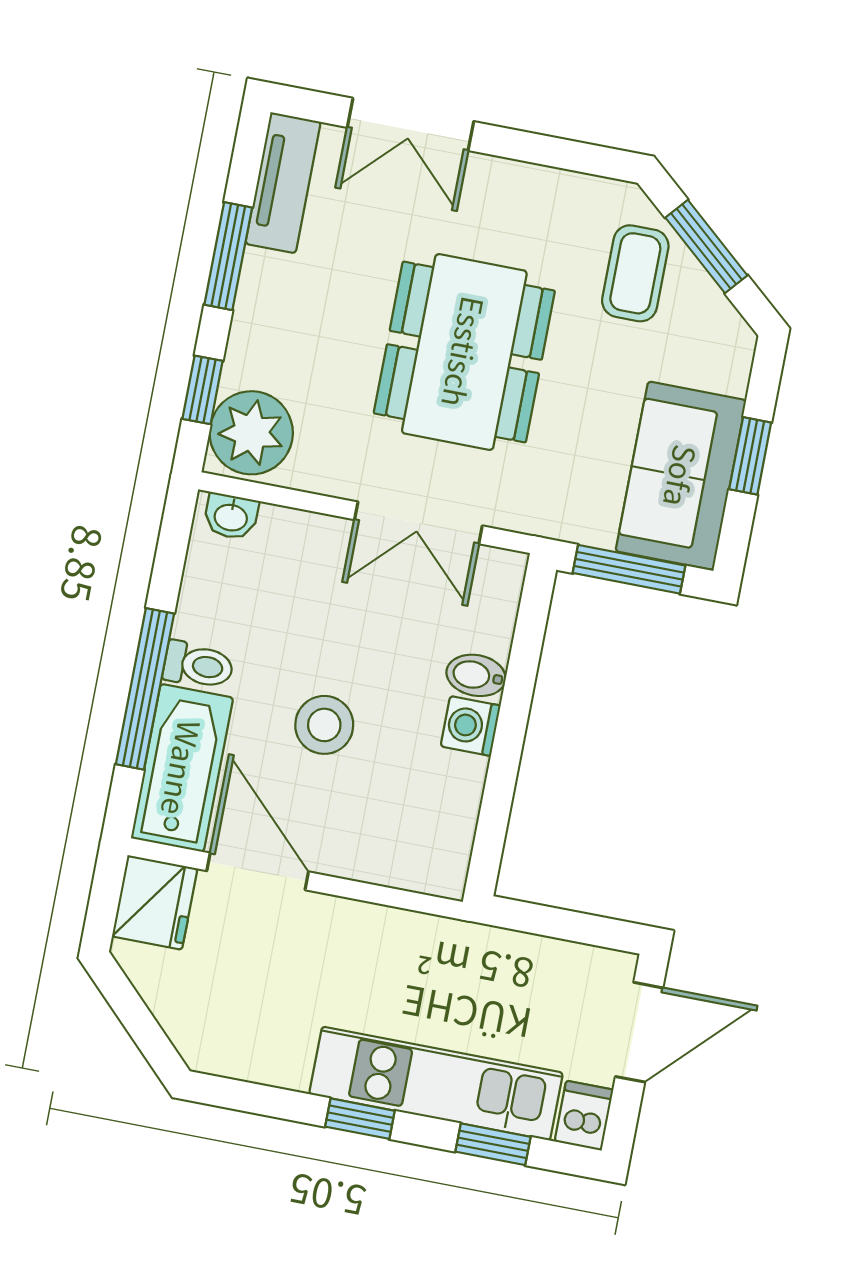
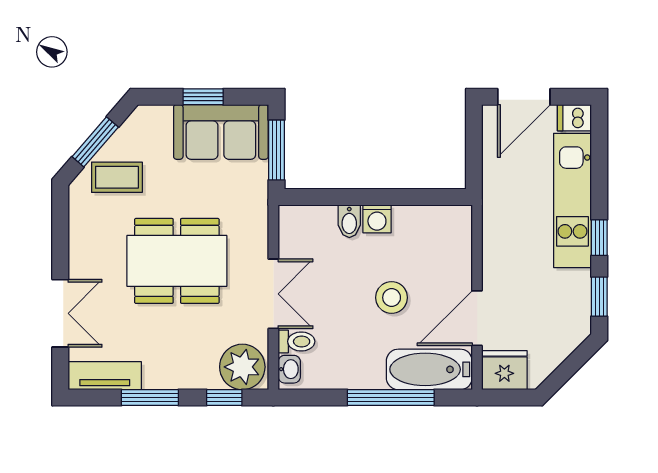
double door: (418, 523) -> (273, 294), moved
toilet: (198, 665) -> (296, 341), moved, turned 90
door: (639, 1032) -> (524, 97), swing flipped
window: (493, 1144) -> (599, 297), moved

